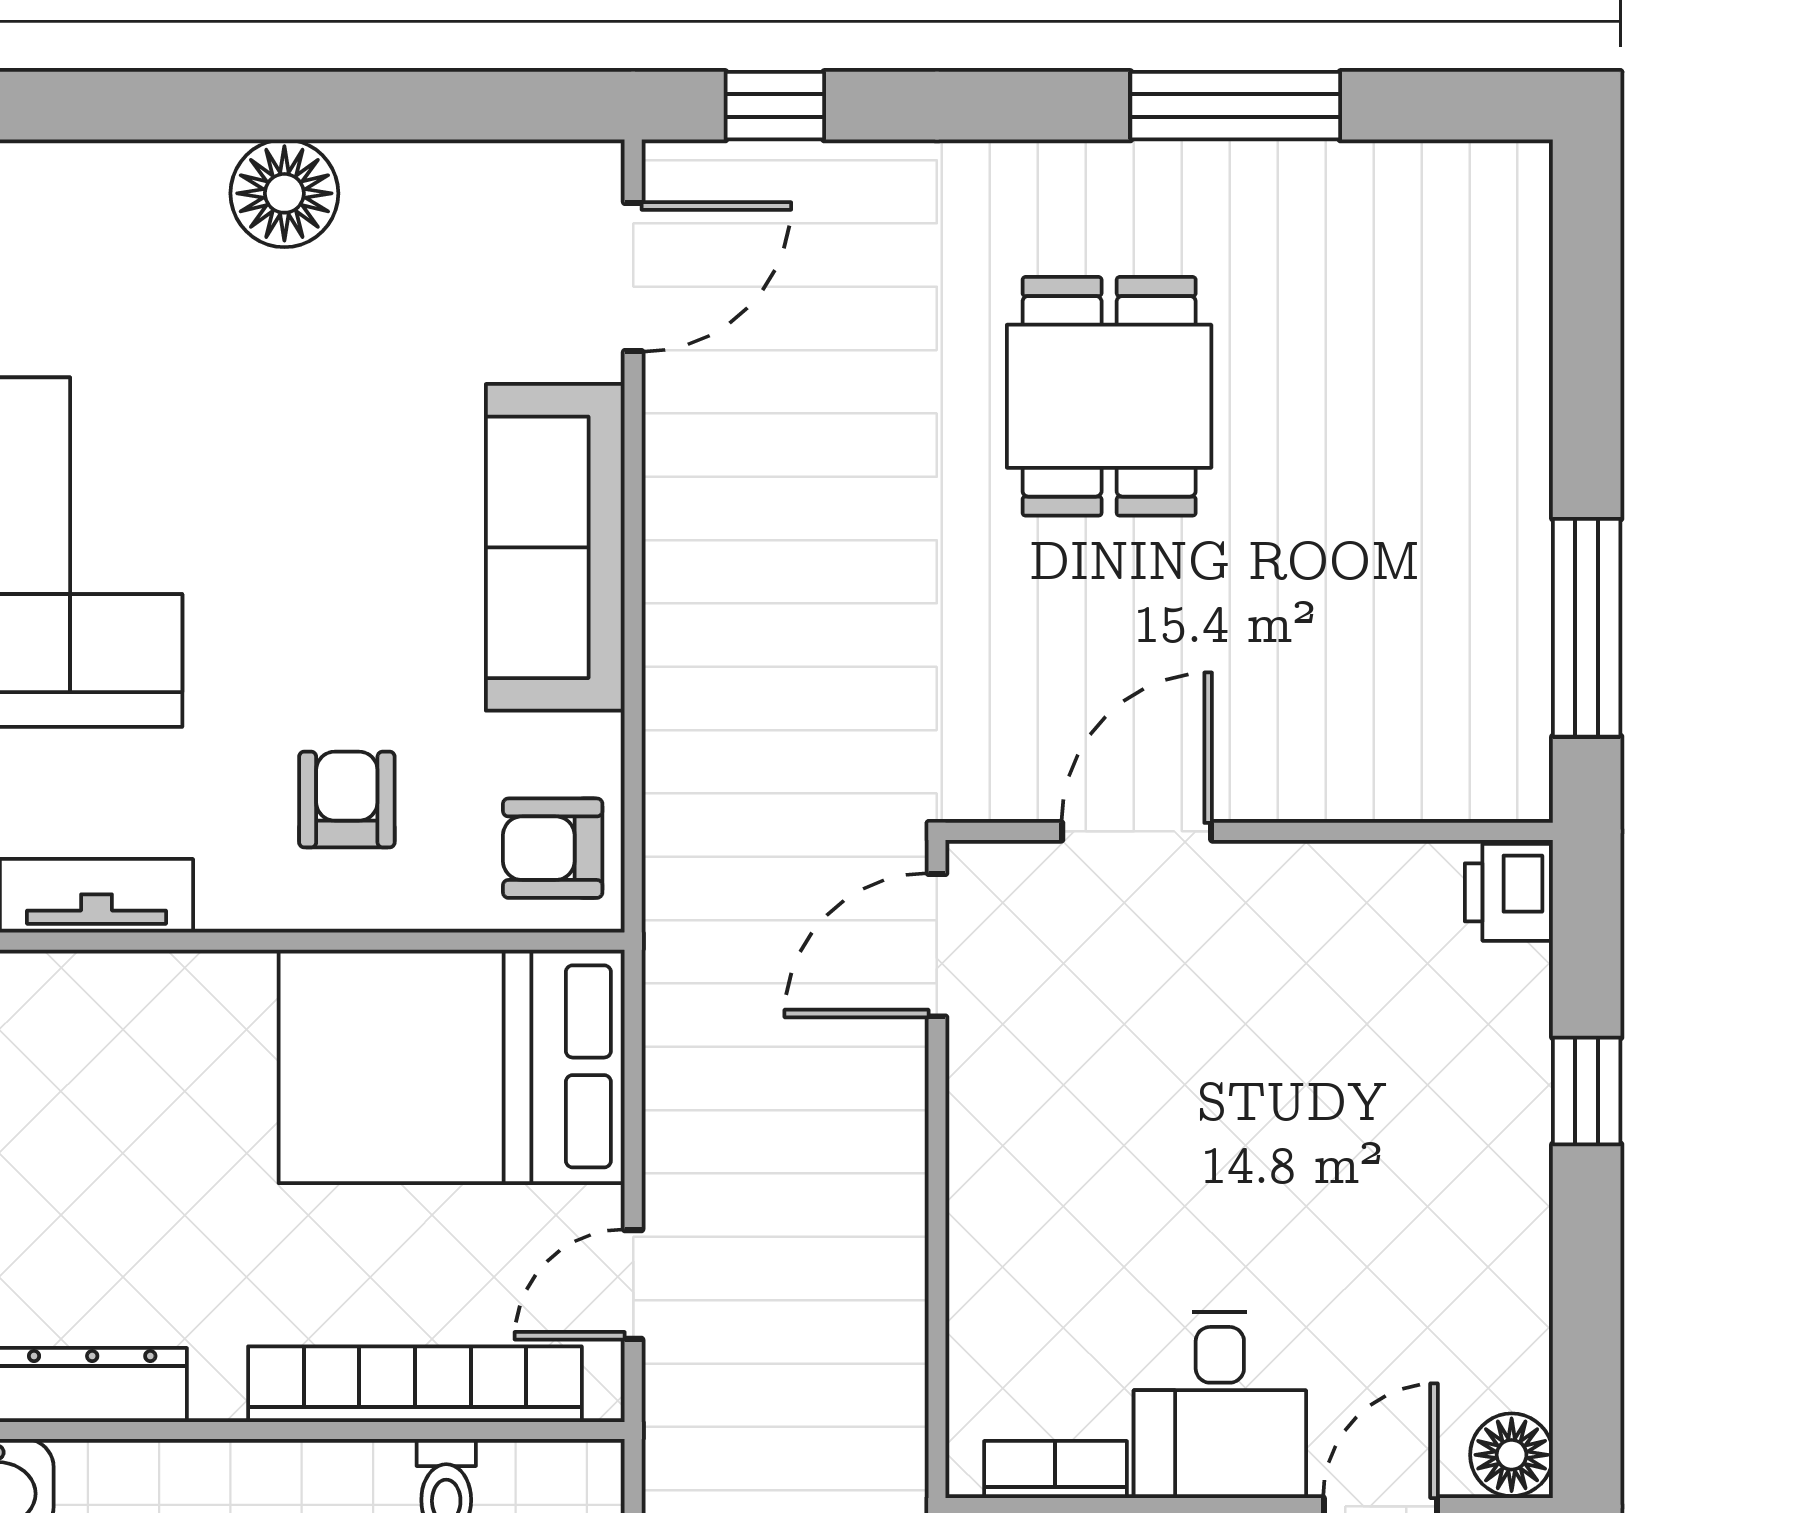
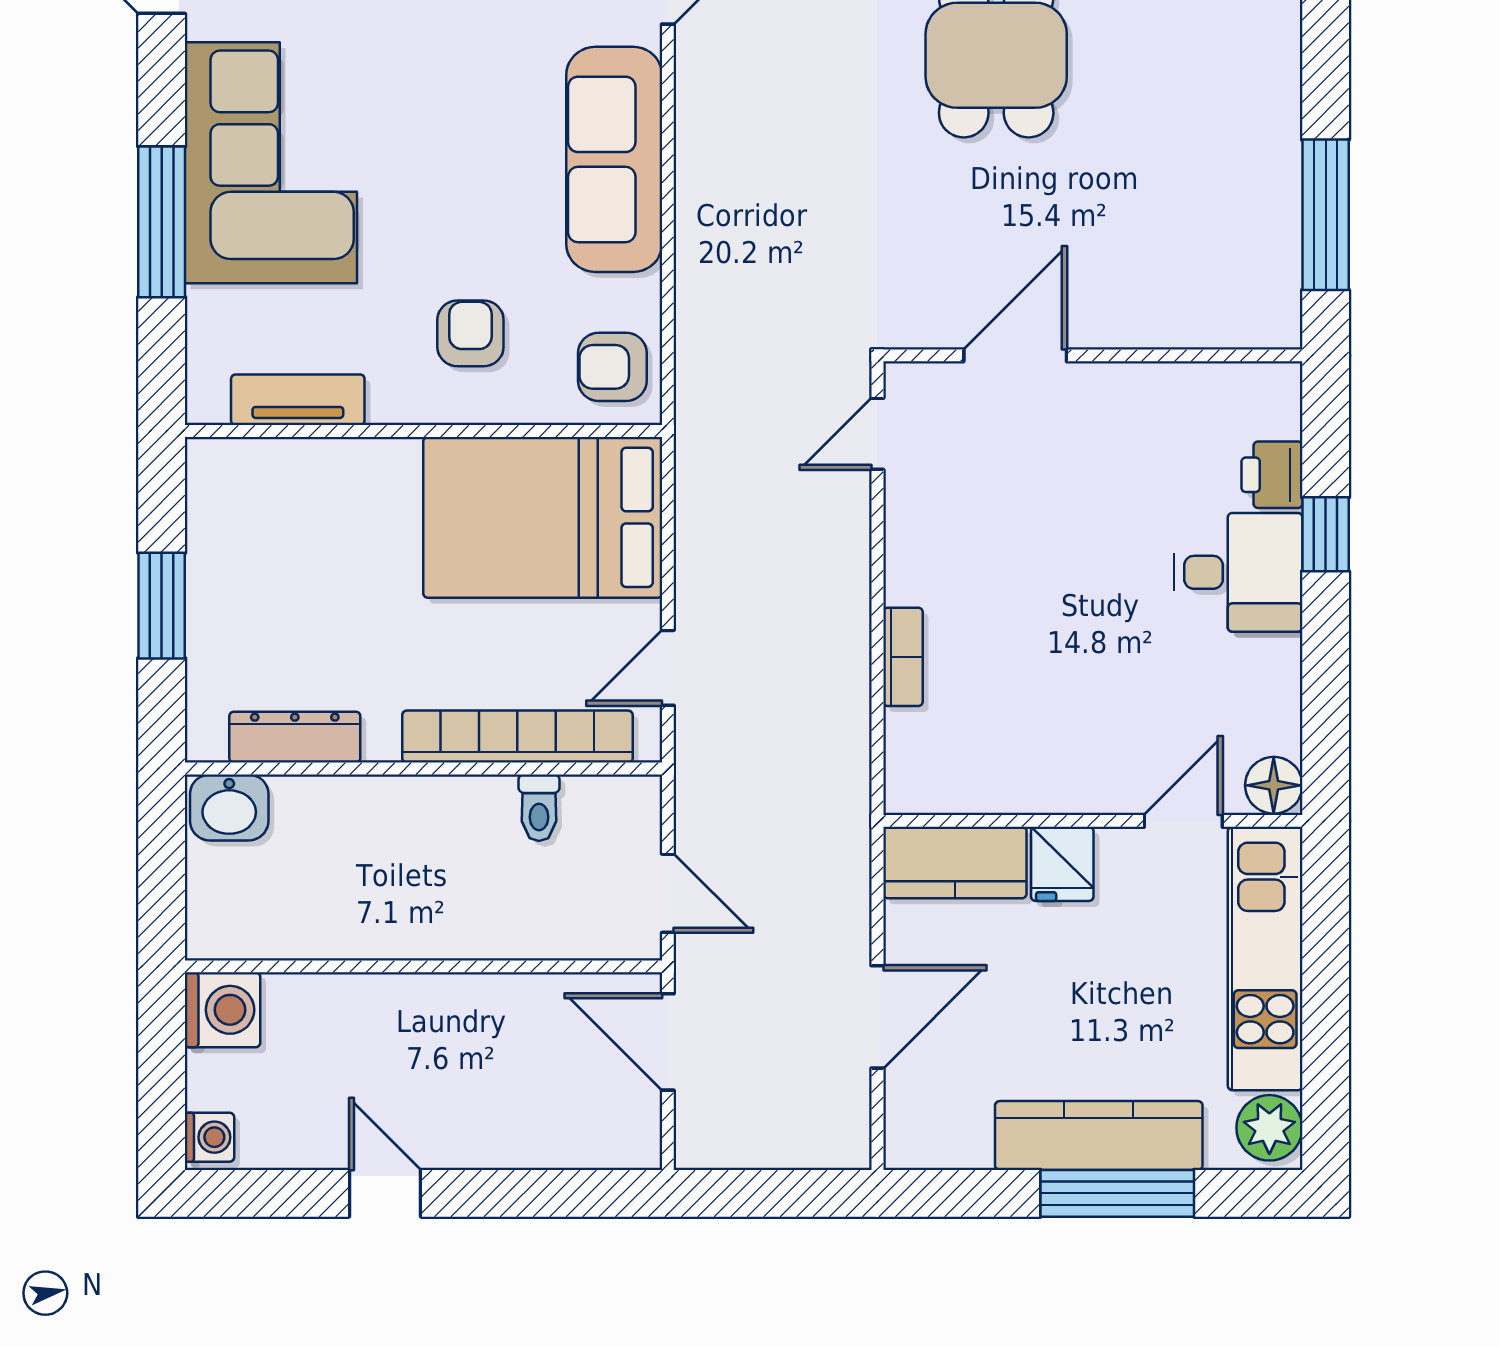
printer: (1509, 892) -> (1272, 475), moved
door: (937, 945) -> (877, 434), width x0.73
desk: (1220, 1405) -> (1238, 572), moved, turned -90
bookcase: (1055, 1469) -> (903, 657), moved, turned 90

